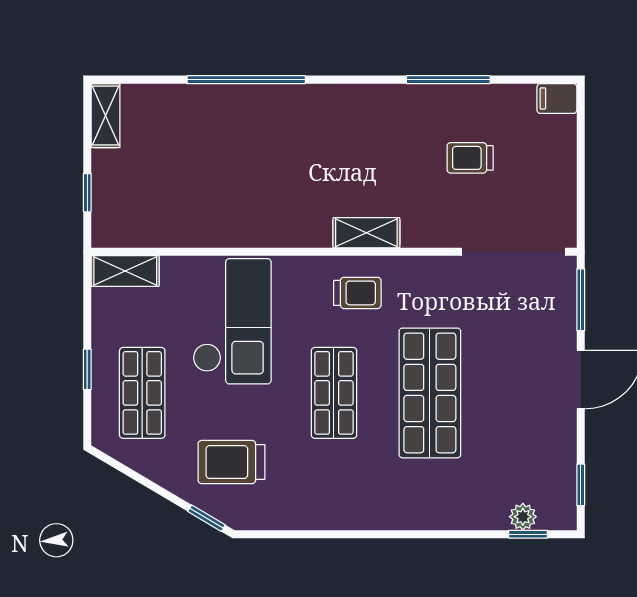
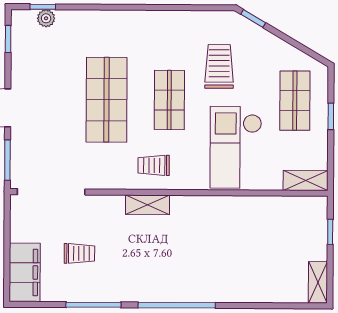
window: (246, 80) -> (177, 305), moved
filing cabinet: (557, 98) -> (25, 272), width x3.00, depth x1.17
trolley: (231, 462) -> (219, 66), moved, turned -90

